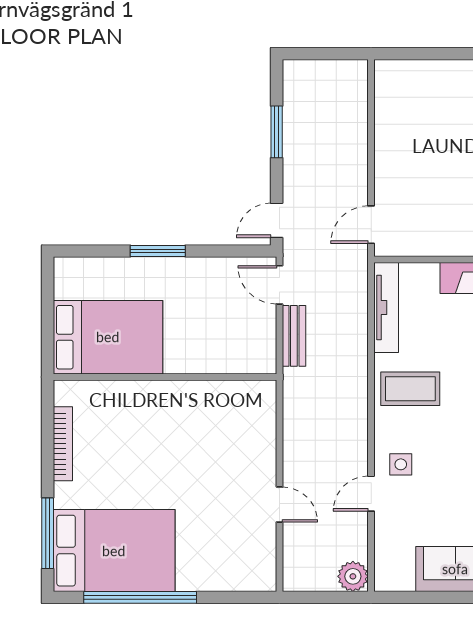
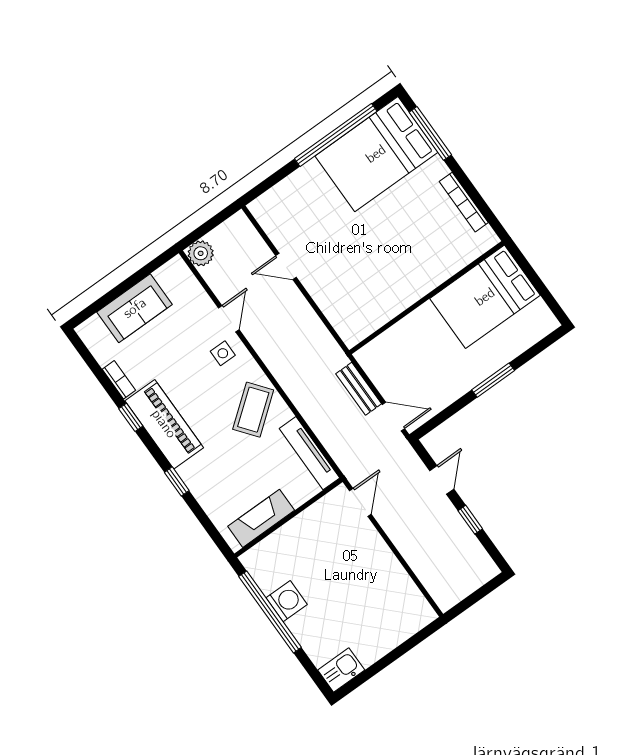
window: (277, 132) -> (470, 520), width x0.67
door: (277, 220) -> (442, 480), moved
coffee table: (410, 389) -> (253, 410), turned -38

